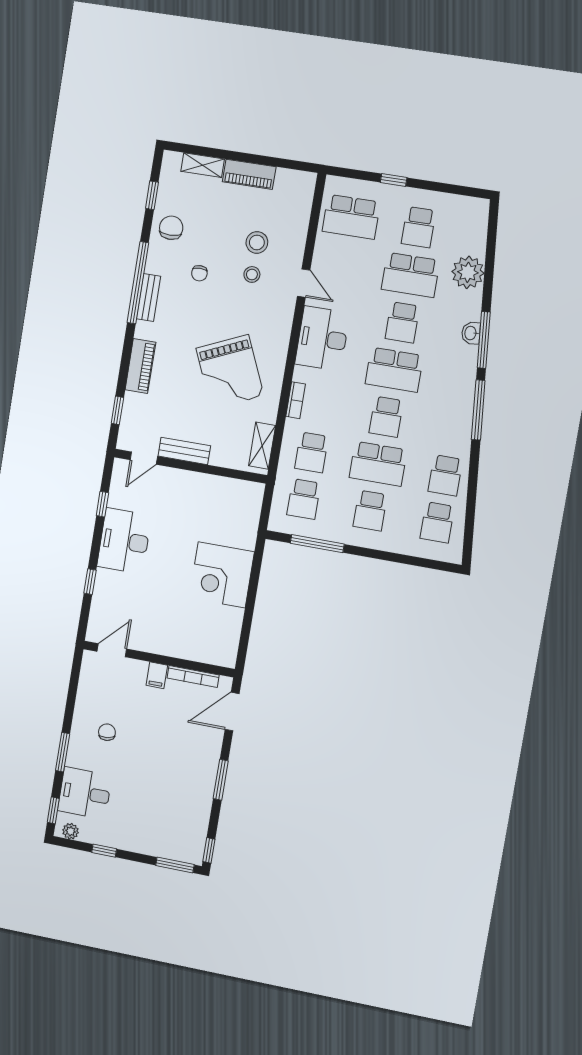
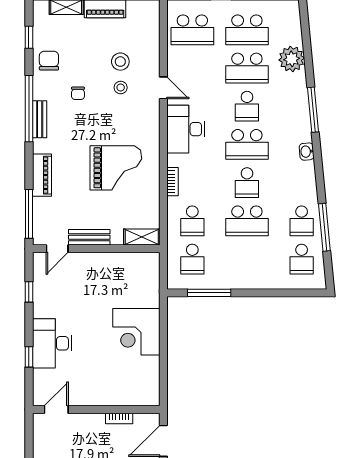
school desk: (419, 227) -> (247, 30), width x1.85
washbasin: (471, 333) -> (307, 152), moved
grand piano: (230, 372) -> (116, 168), turned -66
window: (117, 410) -> (29, 214), width x2.17
window: (478, 410) -> (324, 227), moved
shelving: (262, 446) -> (142, 237), moved, turned 90
school desk: (370, 511) -> (247, 259), removed
desk: (124, 541) -> (52, 343), moved
filing cabinet: (157, 675) -> (97, 423), removed
bookcase: (193, 677) -> (119, 418), width x0.64

